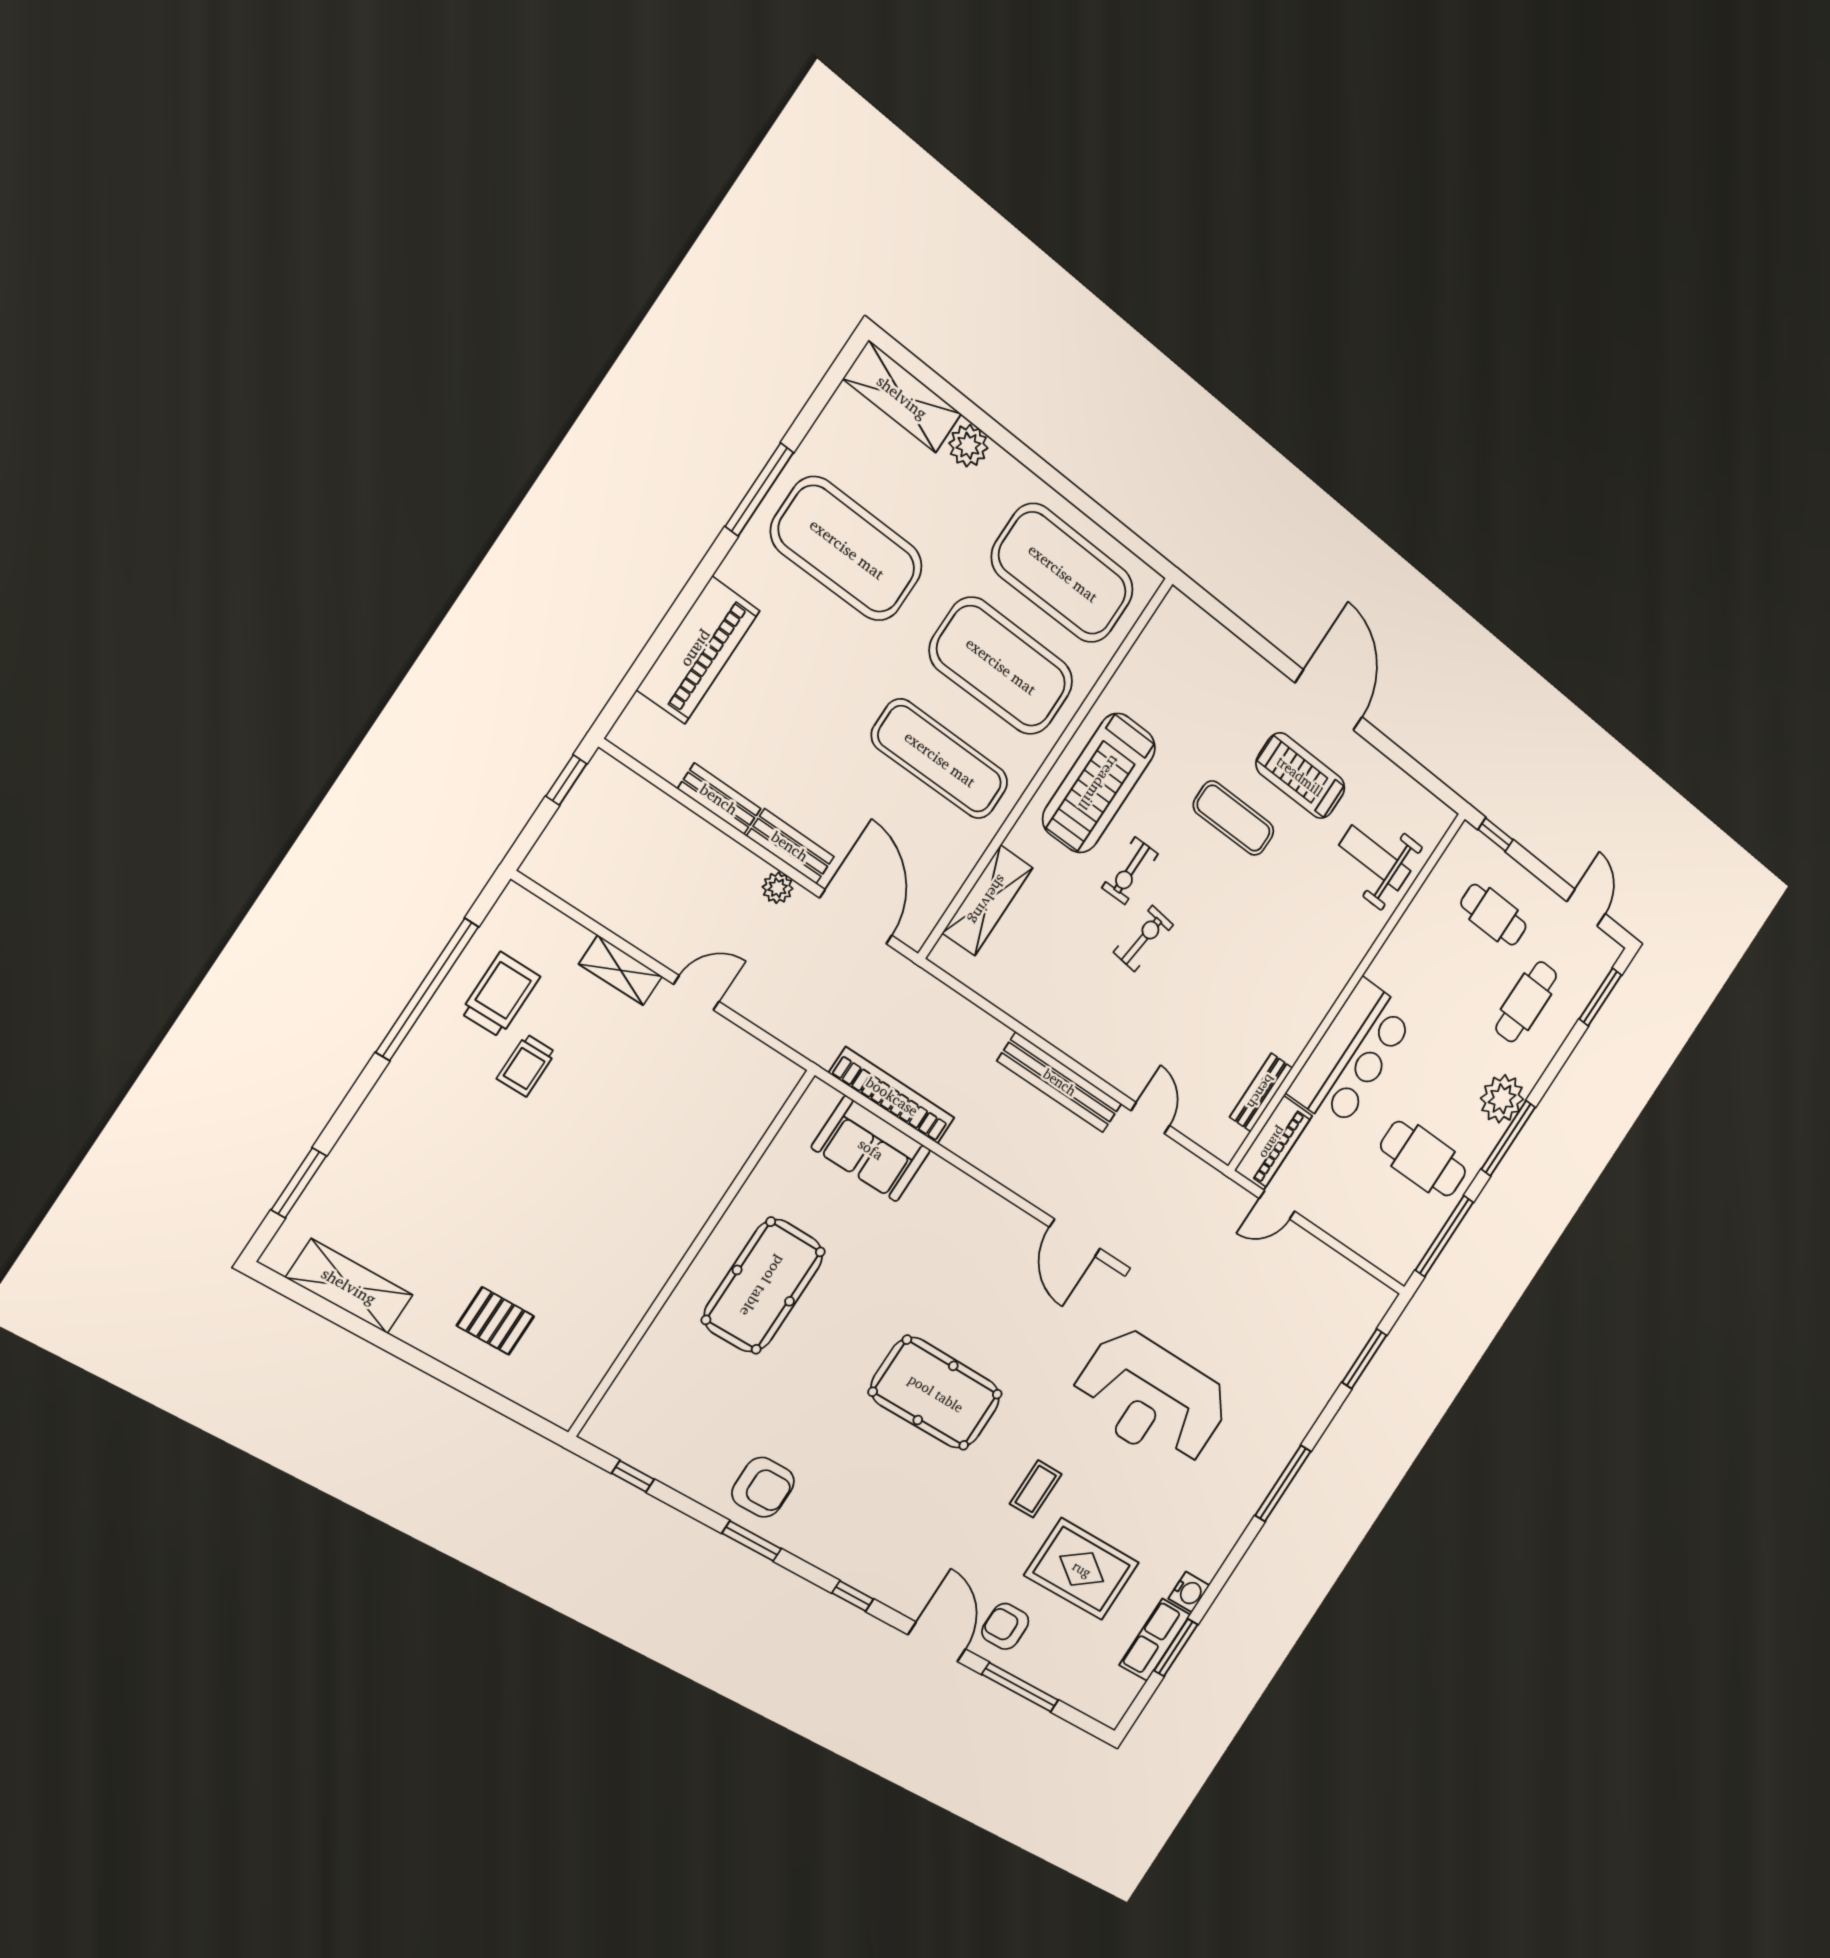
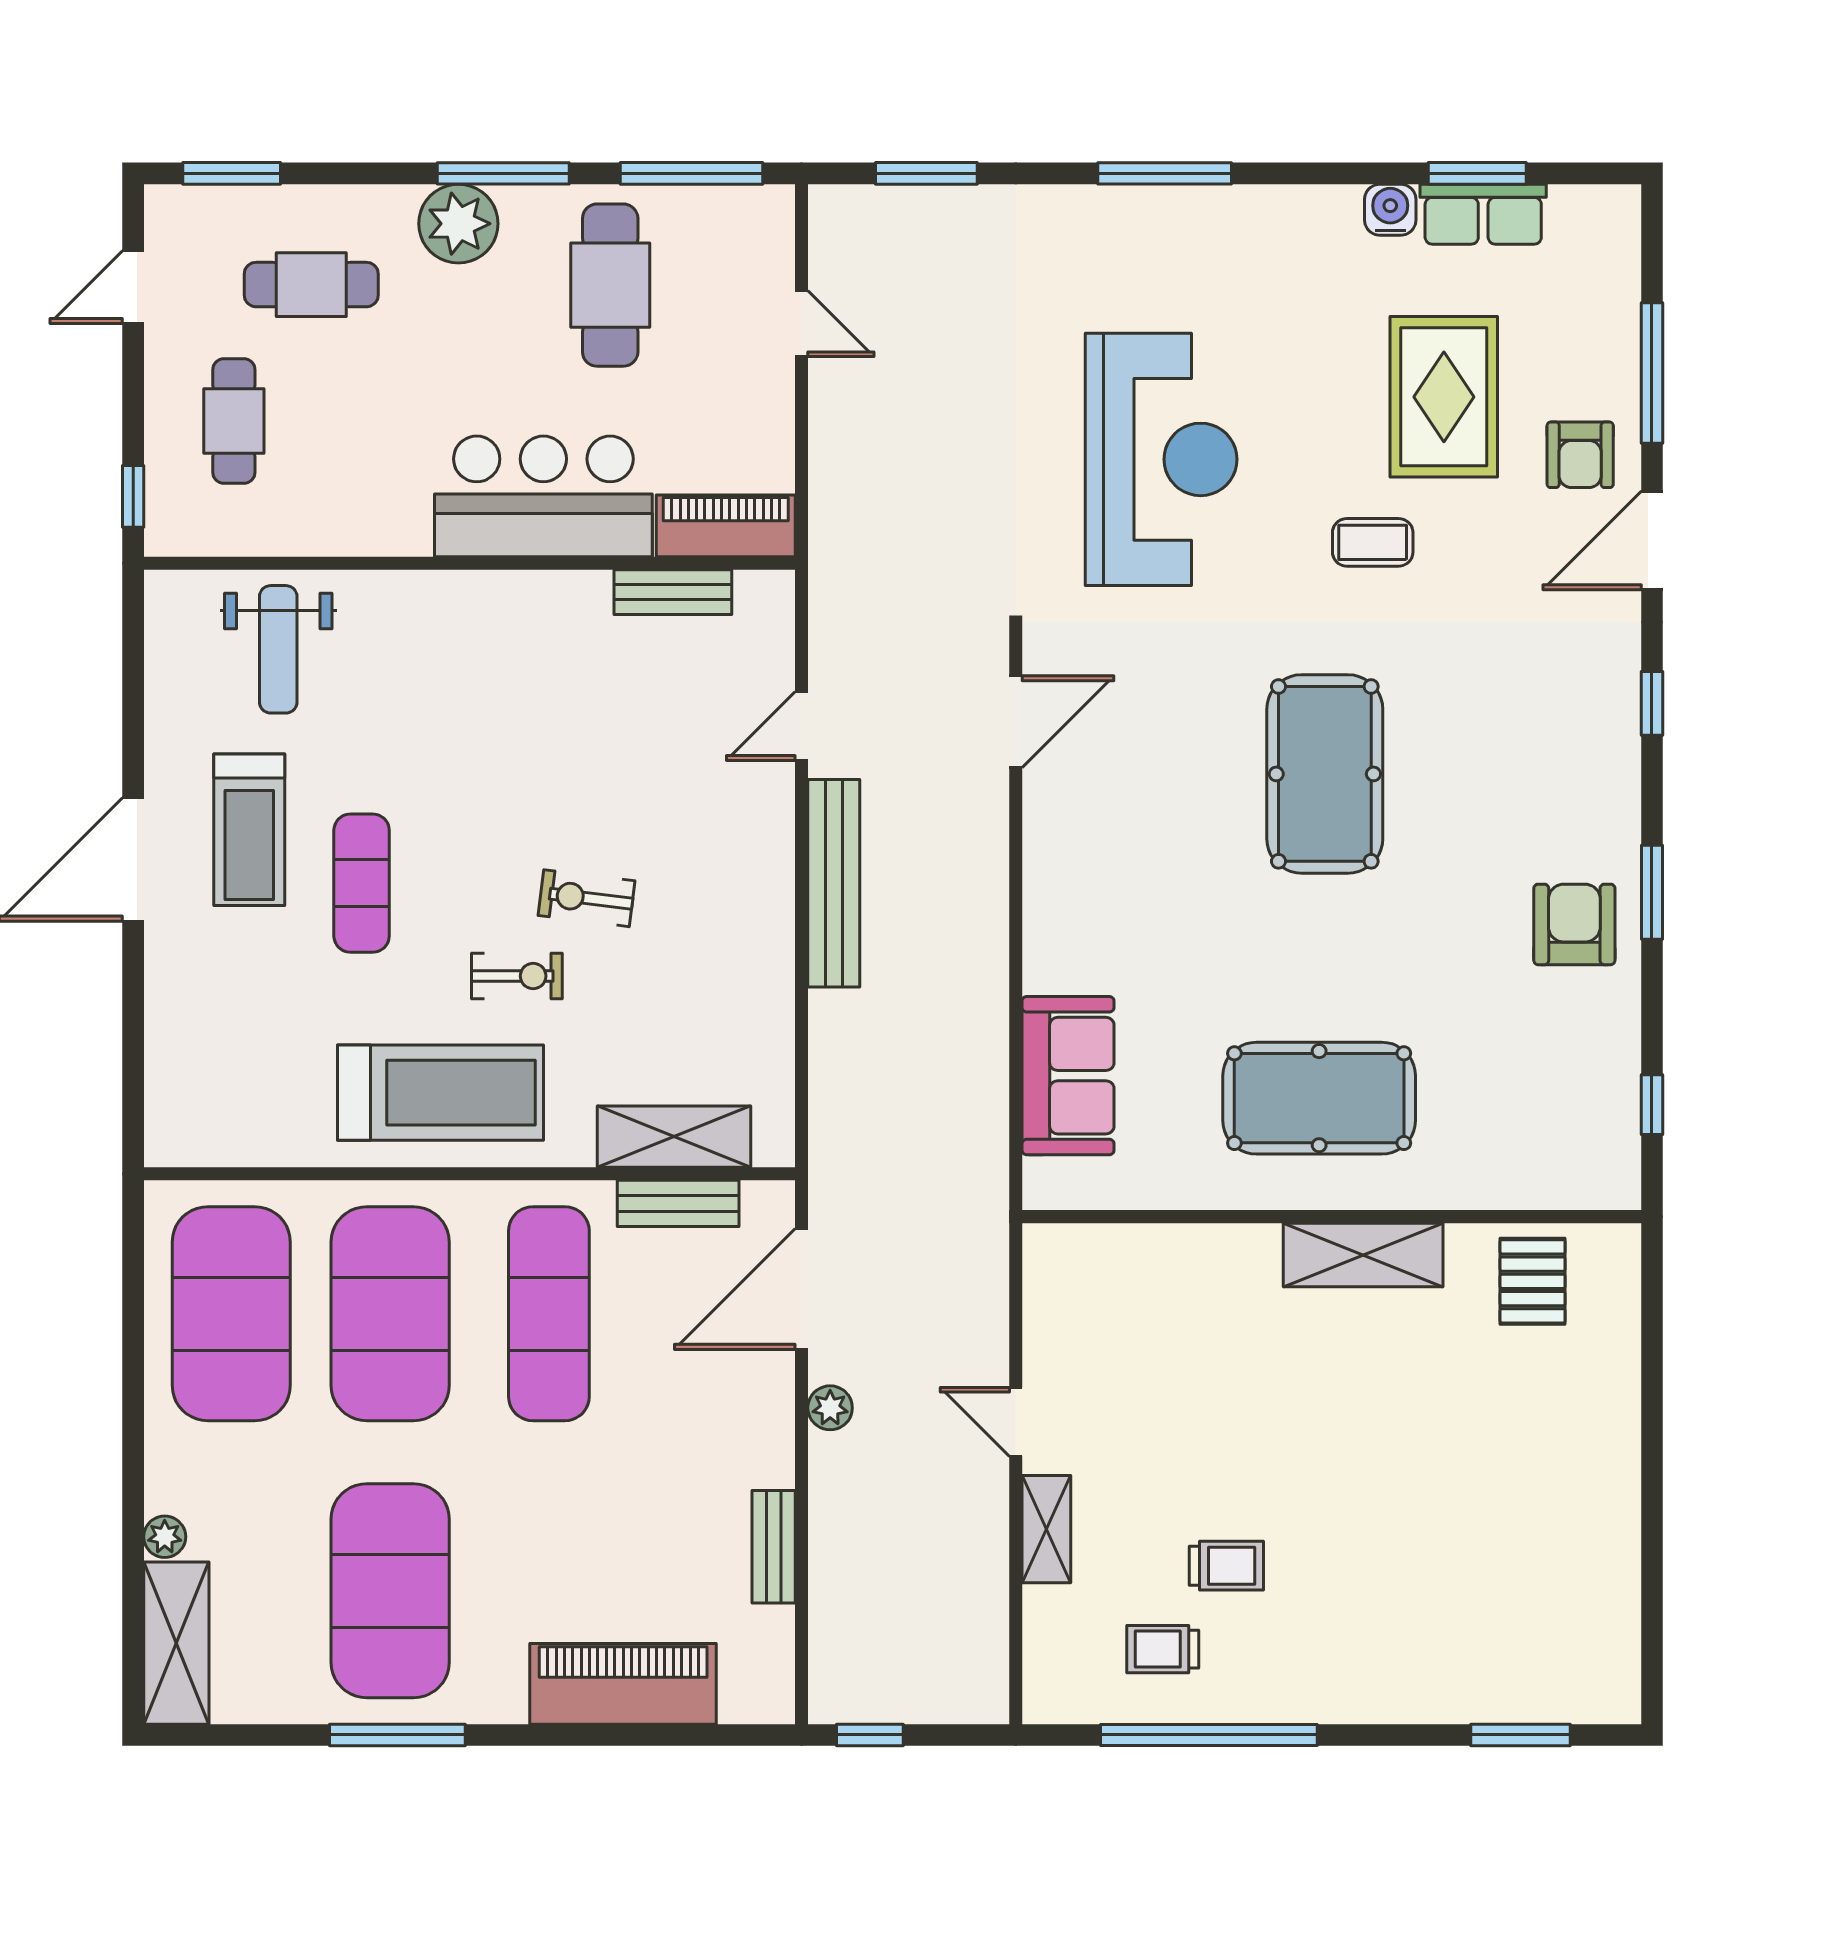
plant: (968, 446) -> (165, 1537), width x0.73, depth x0.73
bench: (790, 846) -> (678, 1203), moved, turned 90
trolley: (500, 995) -> (1163, 1649), width x0.73, depth x0.72
bookcase: (892, 1096) -> (986, 1094), removed
door: (1277, 1205) -> (802, 324), moved
shelving: (349, 1286) -> (1363, 1255), moved, turned 90
pallet: (495, 1321) -> (1533, 1281), moved

